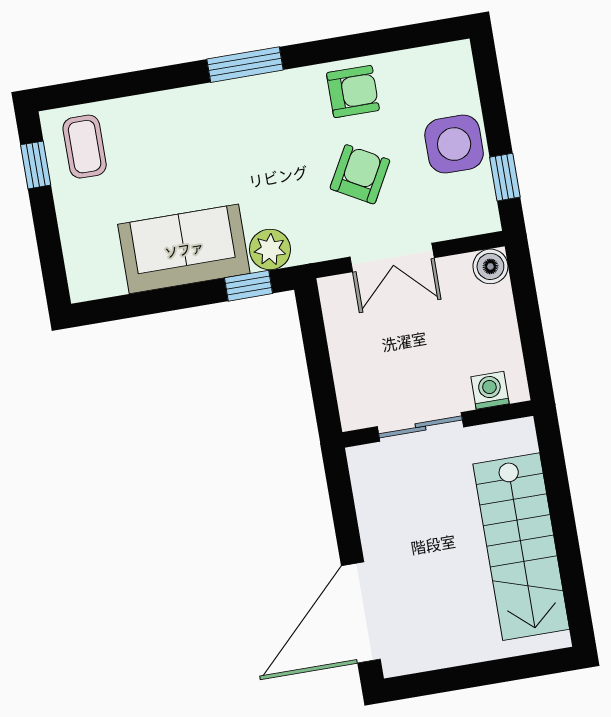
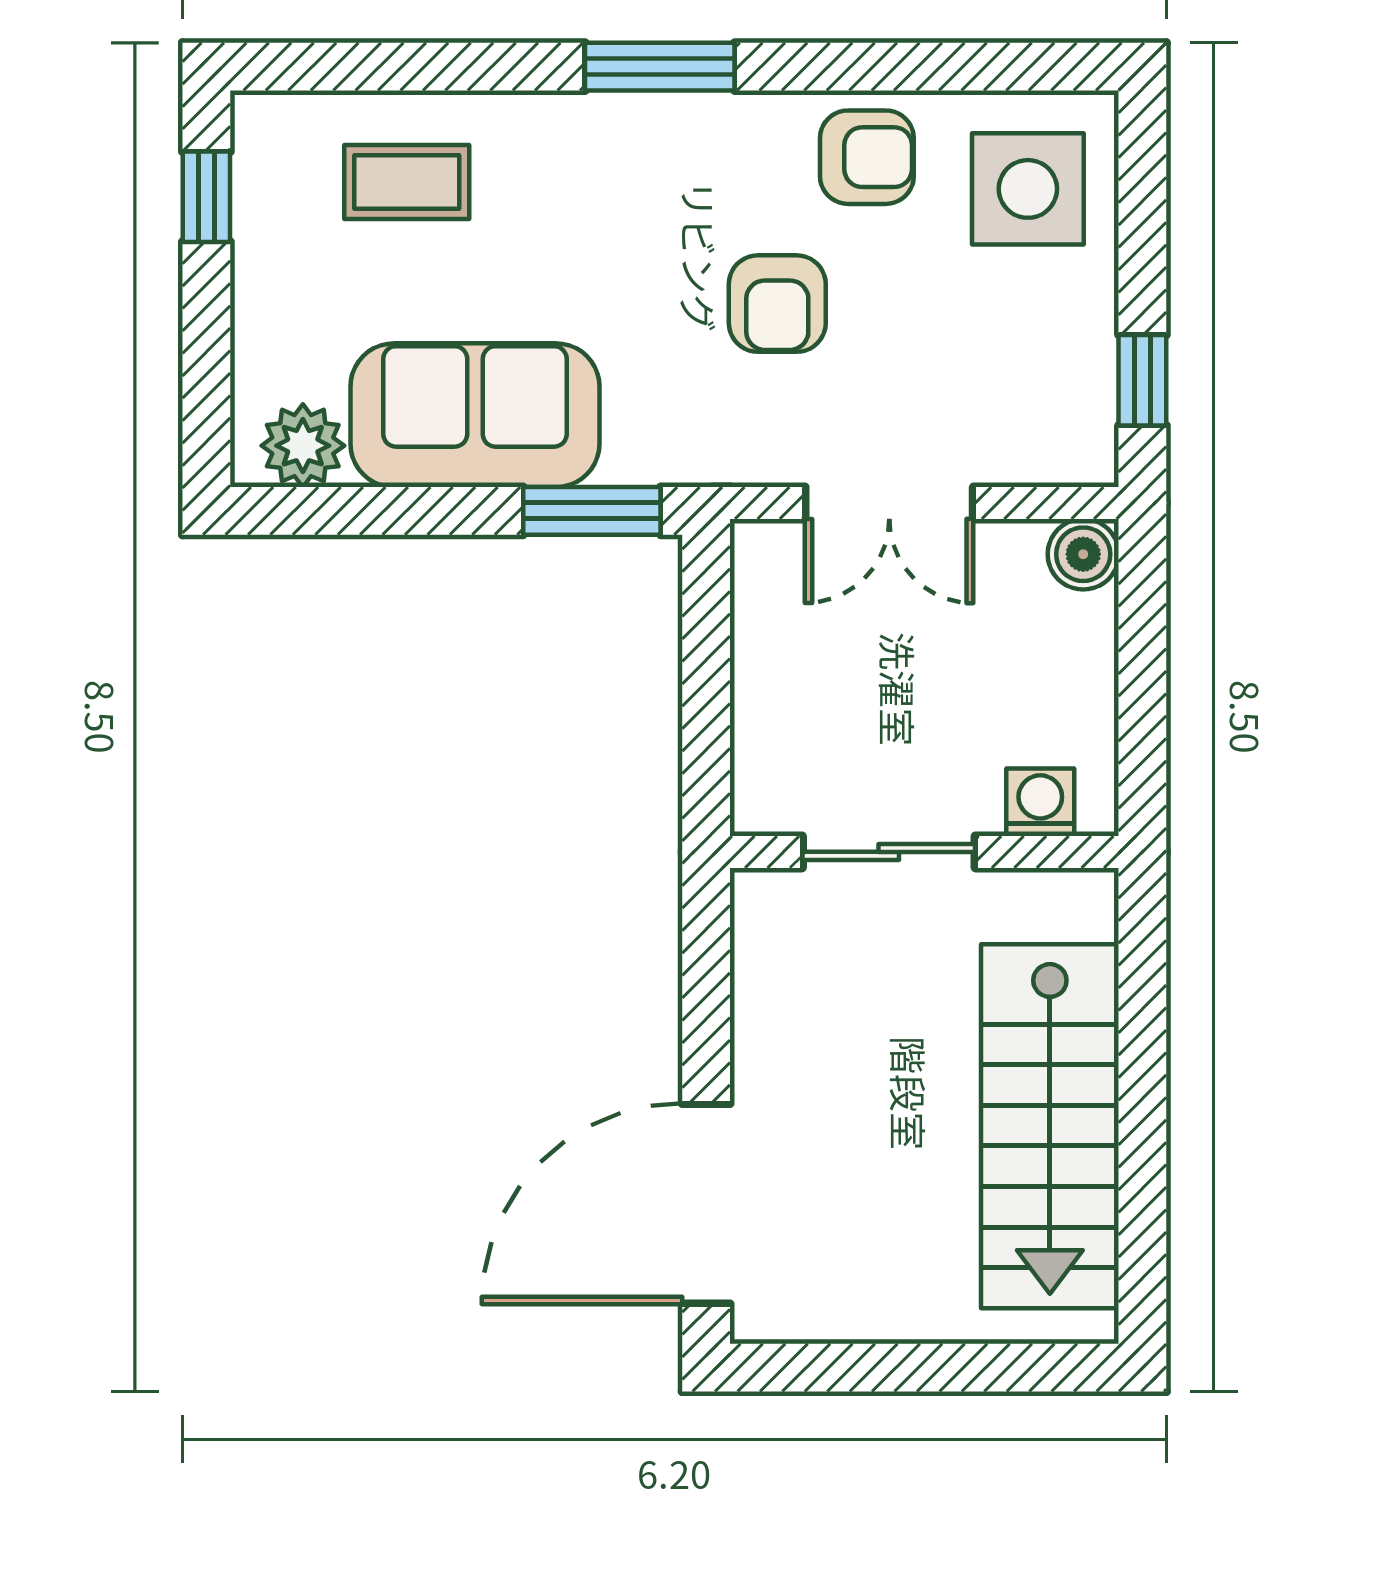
side table: (454, 144) -> (1028, 189), moved
coffee table: (85, 147) -> (407, 182), moved, turned 90
armchair: (360, 174) -> (777, 304), moved, turned 151
plant: (270, 249) -> (303, 446), moved
window: (248, 286) -> (592, 511), width x1.50

